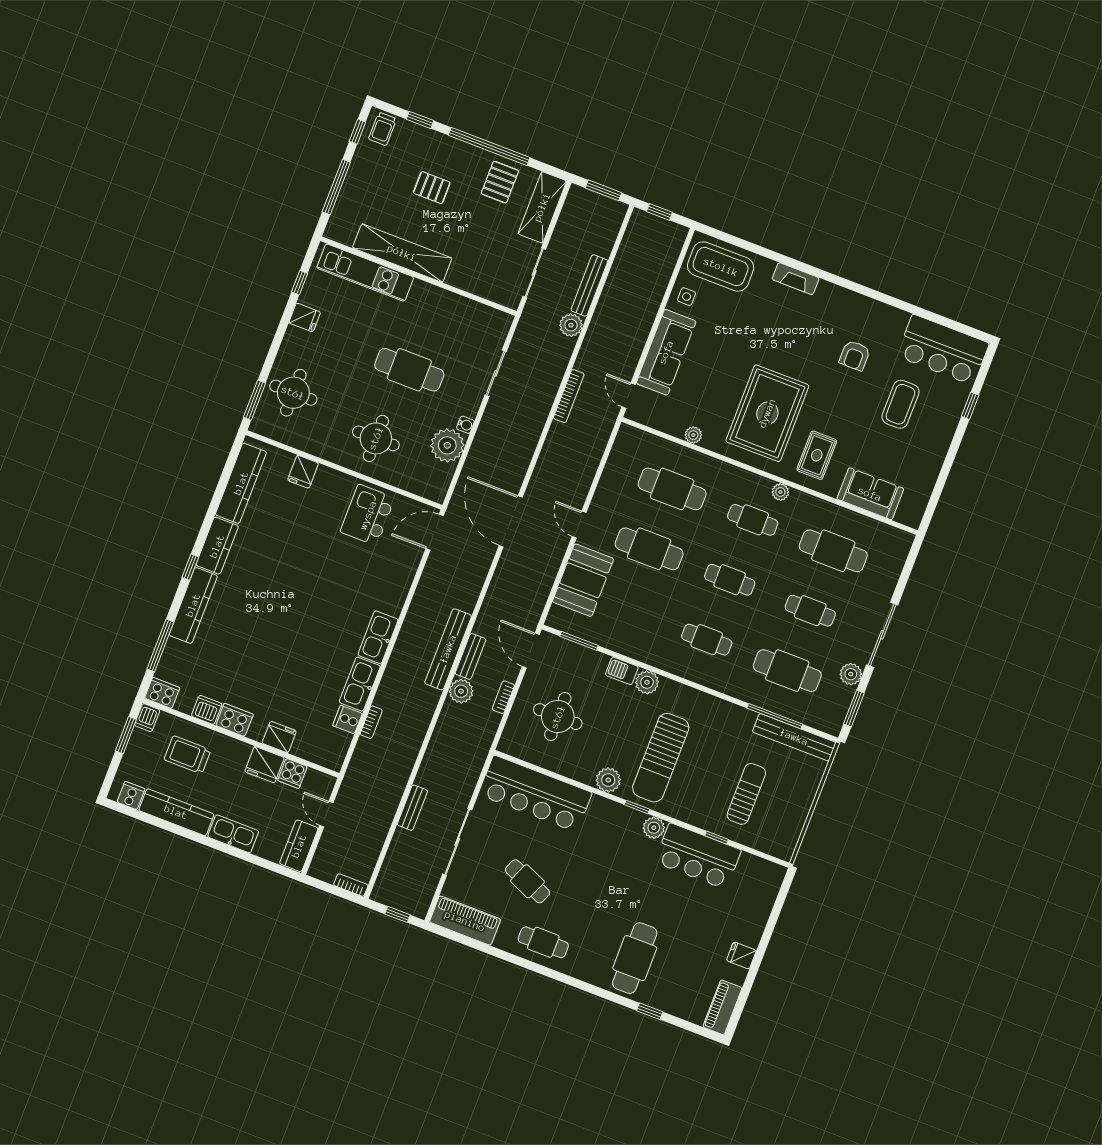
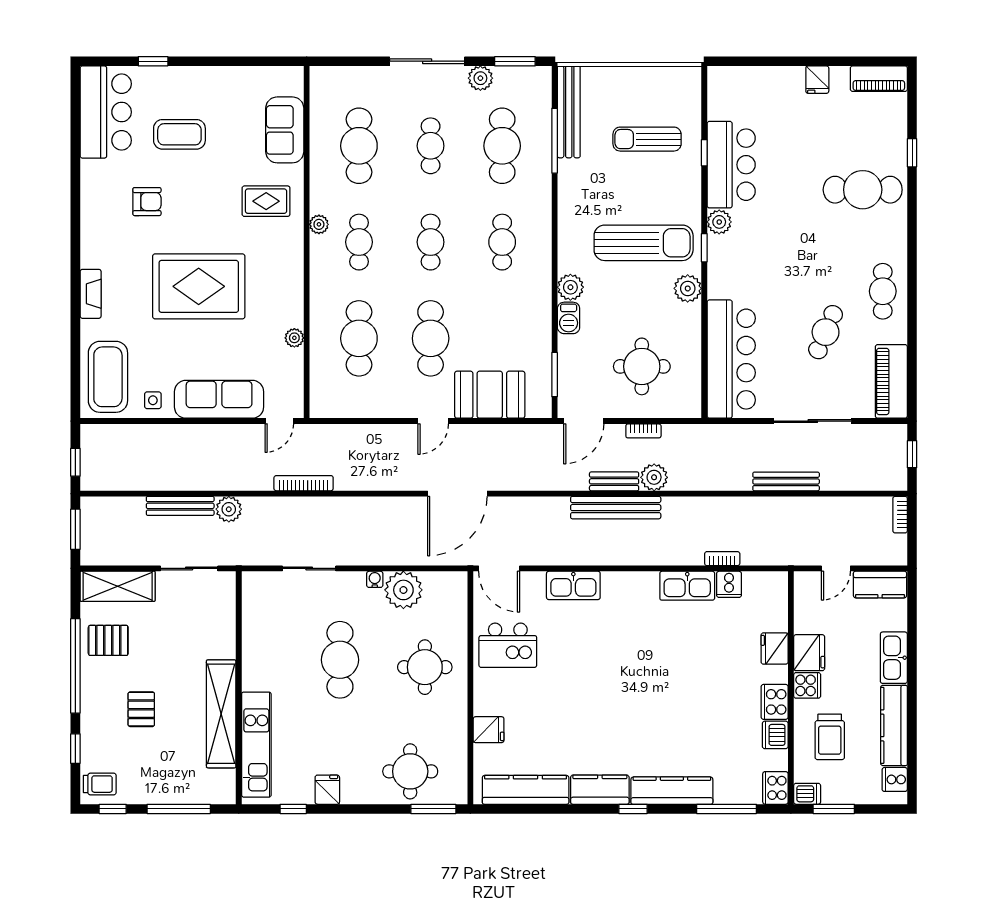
rug: (767, 413) -> (199, 286), moved
kitchen sink: (378, 637) -> (573, 585), moved
cooker: (292, 773) -> (807, 685), moved
bench: (412, 808) -> (786, 481), width x1.36

